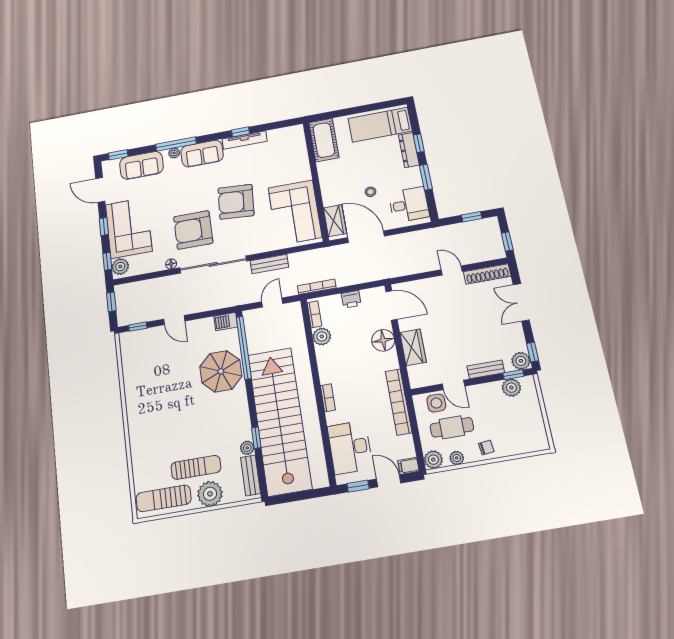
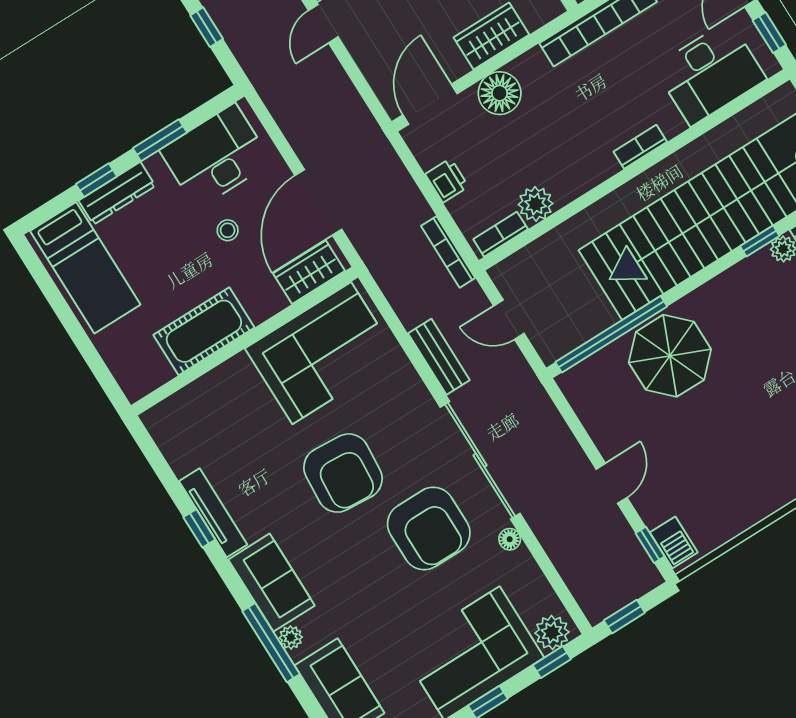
cot: (324, 140) -> (204, 331), moved
desk: (409, 205) -> (216, 156), width x1.37
barbecue: (226, 322) -> (674, 542), moved

